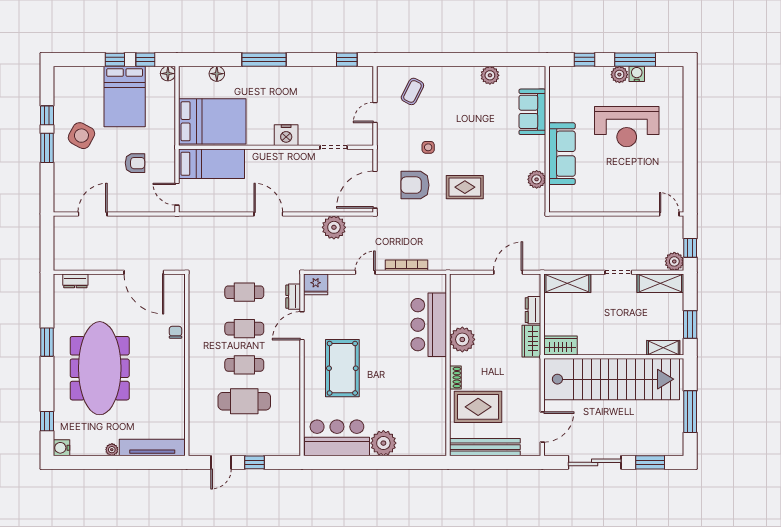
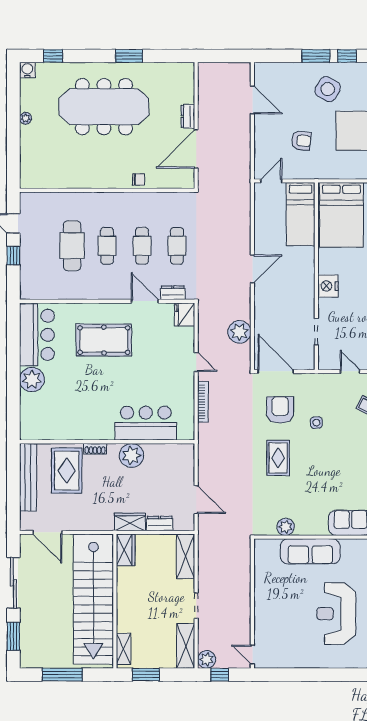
armchair: (135, 163) -> (301, 141), turned -84
door: (669, 214) -> (252, 655), swing flipped
dresser: (75, 281) -> (188, 116), moved
tv unit: (152, 447) -> (28, 157), removed

